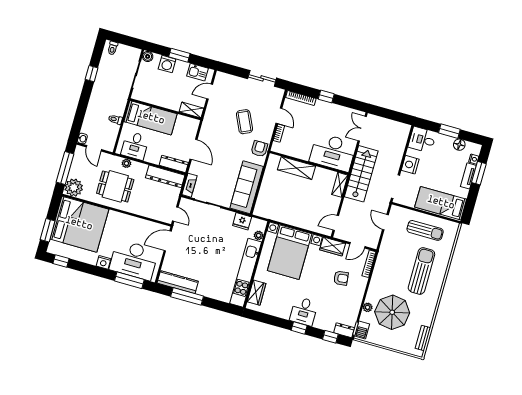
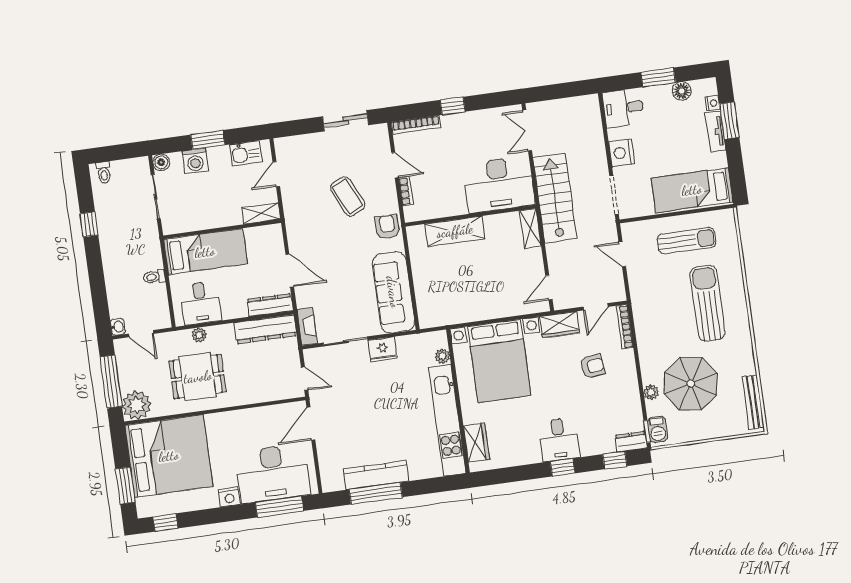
fridge: (242, 221) -> (383, 349), moved
kitchen counter: (178, 282) -> (376, 475), moved
bench: (423, 338) -> (753, 402), width x1.36

